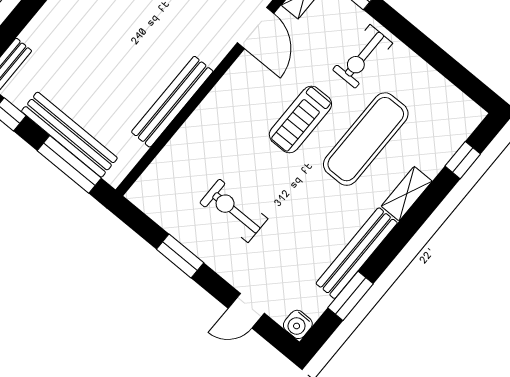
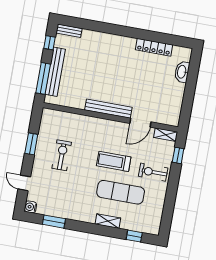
bench: (172, 102) -> (108, 109), moved
bench: (357, 253) -> (73, 214), removed

